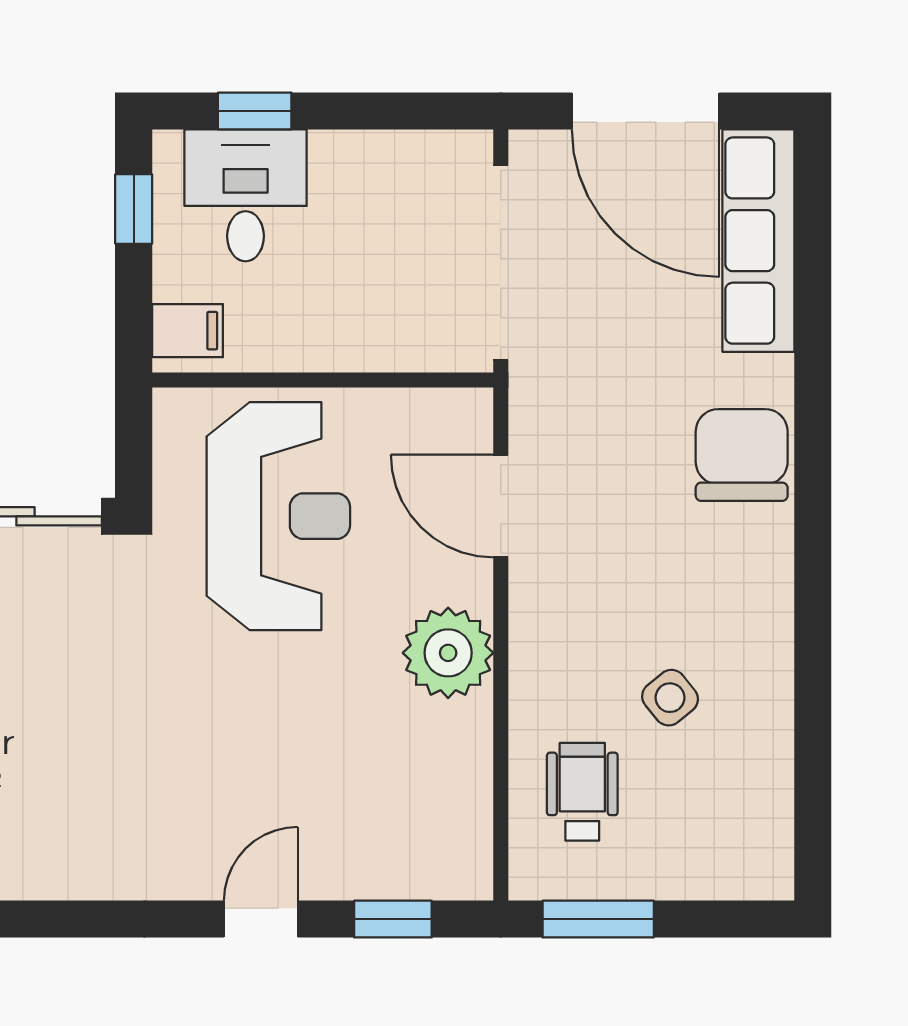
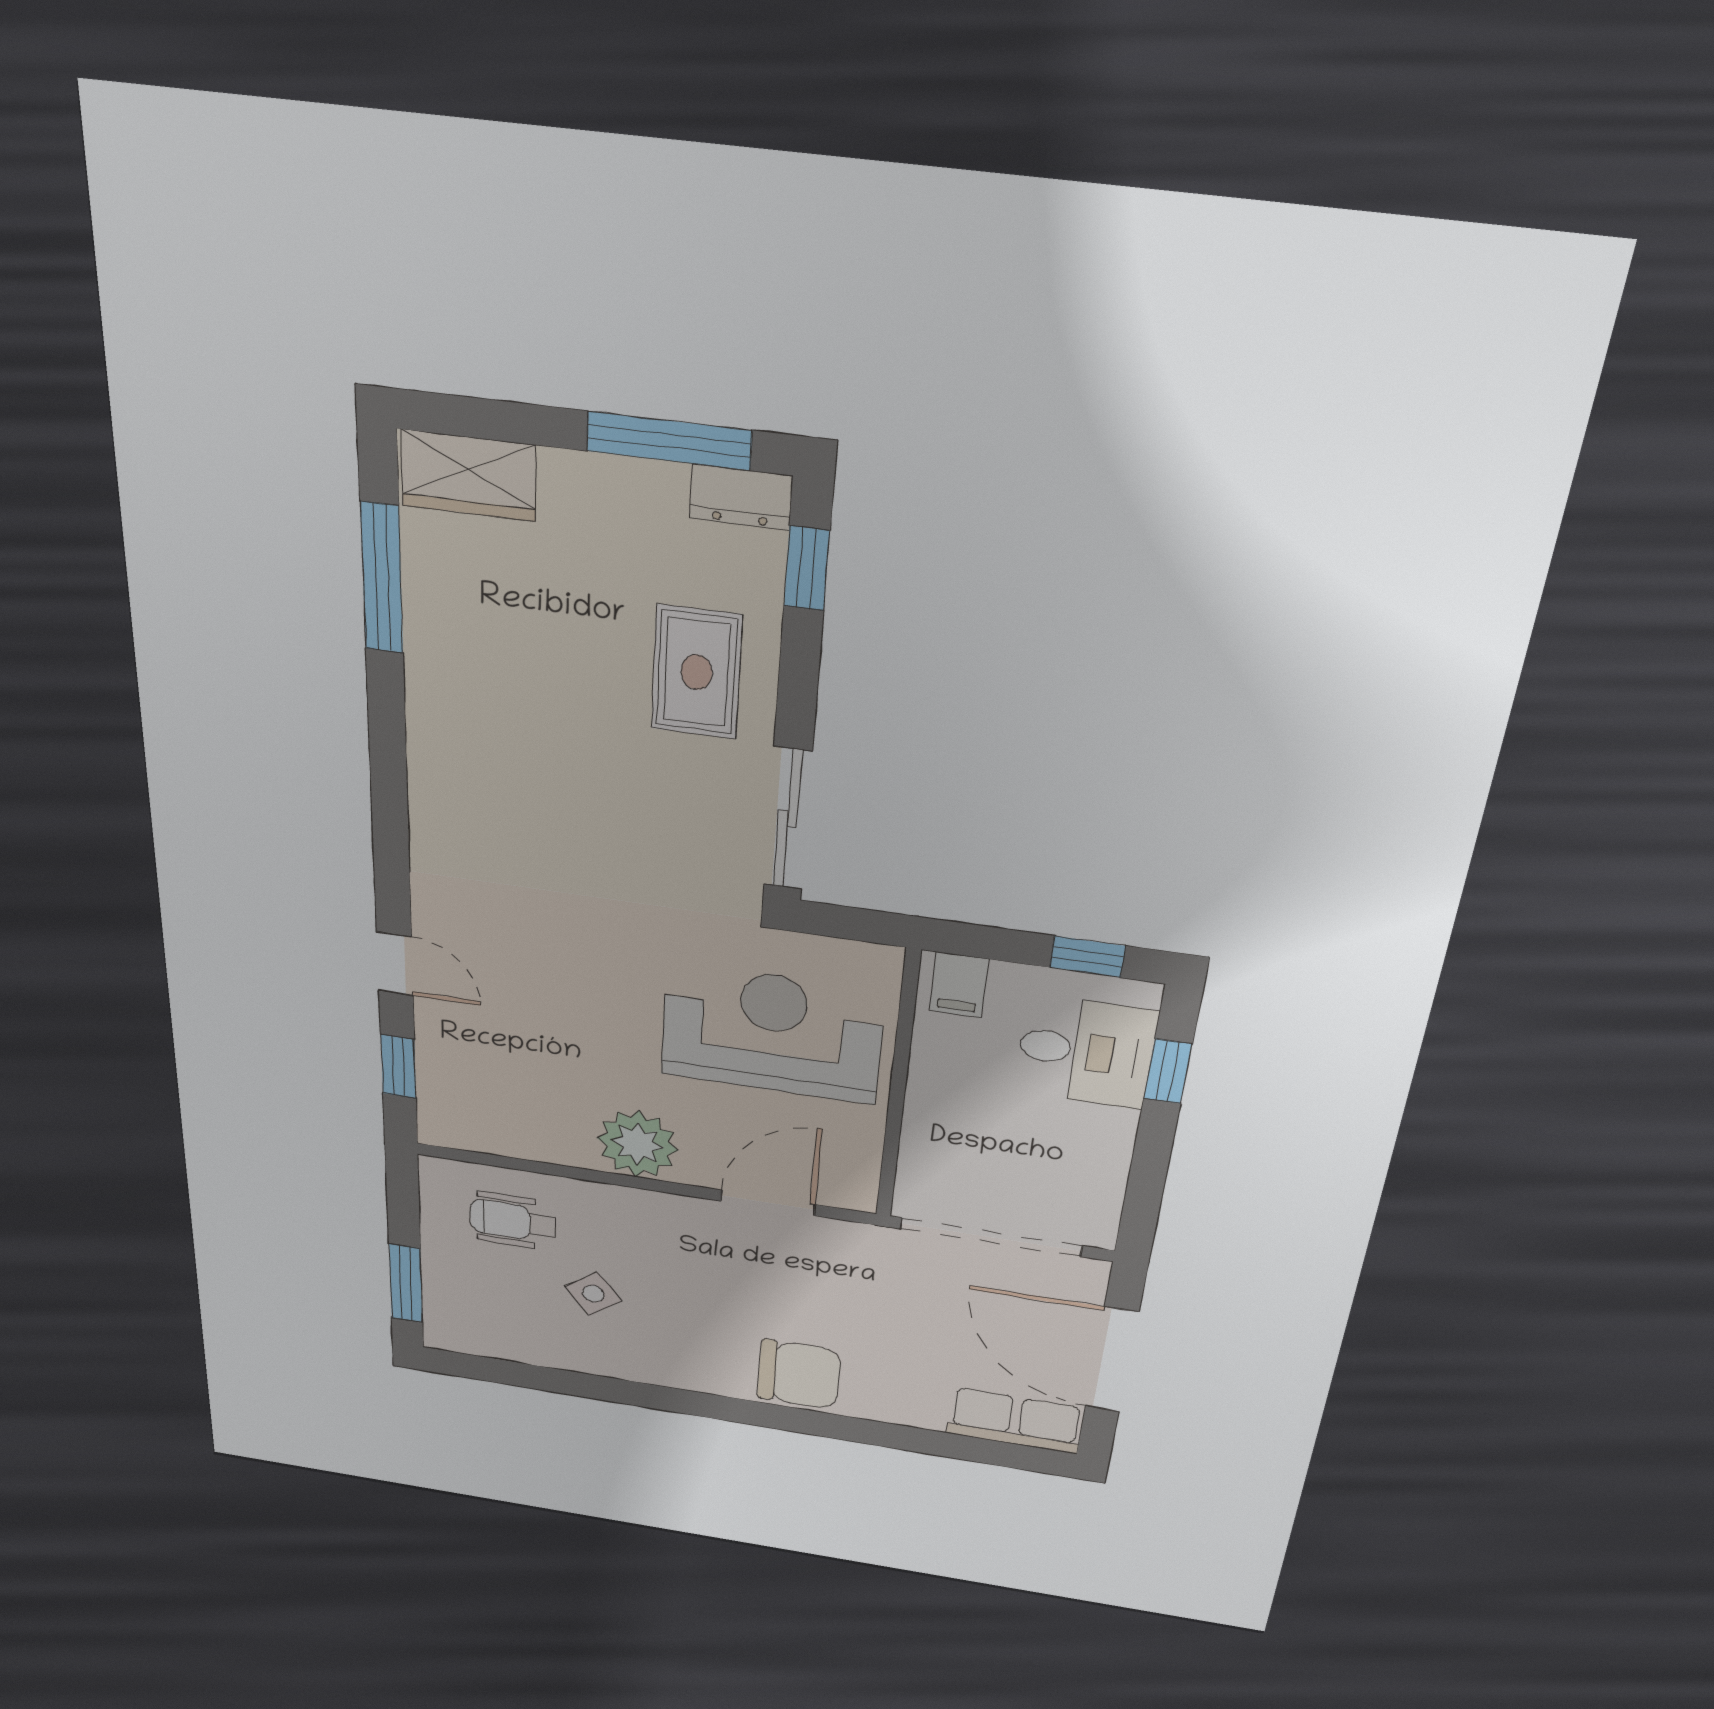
door: (646, 111) -> (1112, 1360), hinge flipped
row of seats: (758, 241) -> (1015, 1421), width x0.68
reception desk: (278, 516) -> (772, 1033), turned 180
wheelchair: (582, 792) -> (513, 1221), turned 180
window: (598, 919) -> (406, 1283), moved

